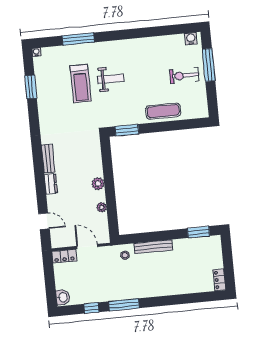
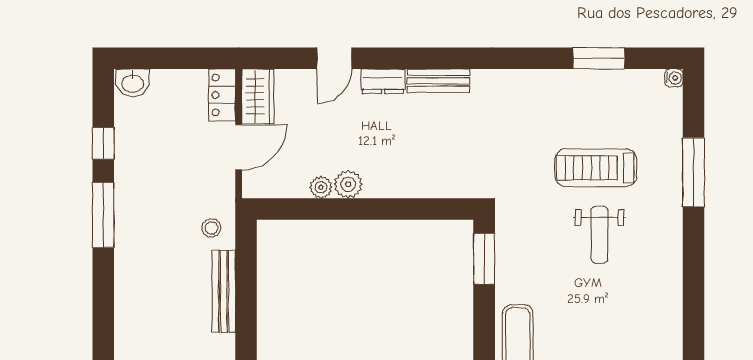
plant: (98, 184) -> (348, 184), moved
door: (44, 221) -> (334, 58), moved
wardrobe: (63, 240) -> (258, 96), added

